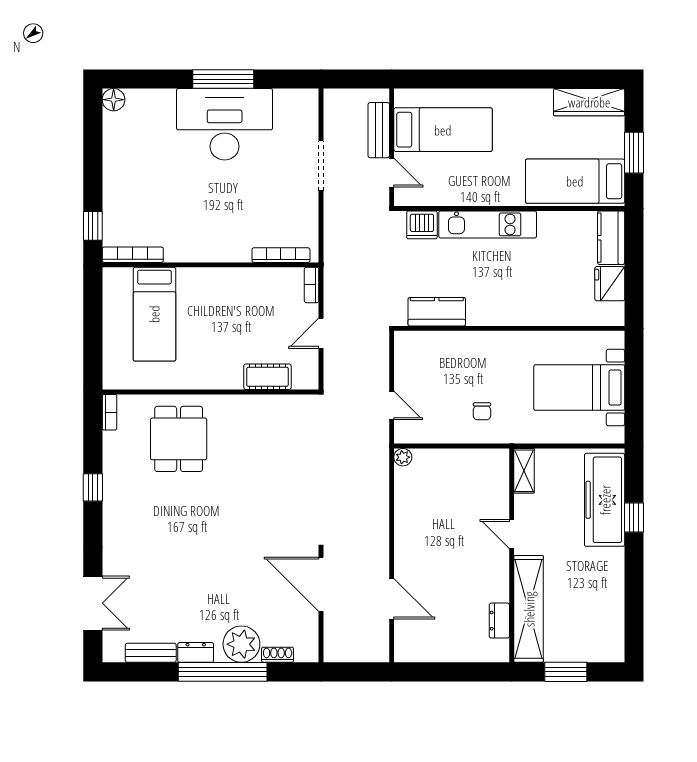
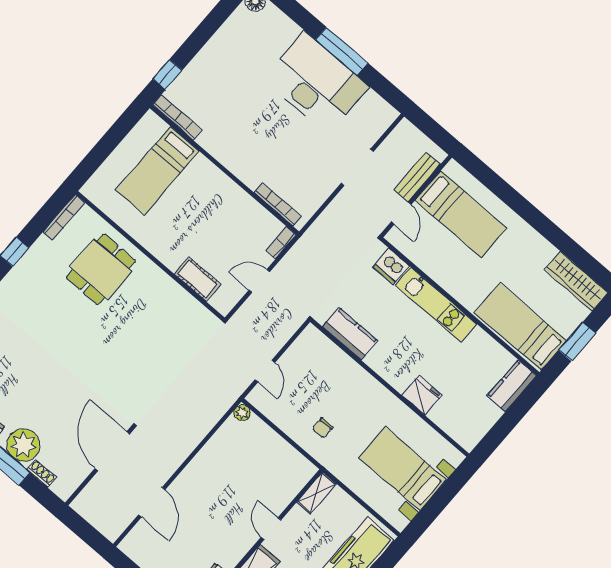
fridge: (610, 284) -> (422, 395), moved, turned 90
bookcase: (109, 412) -> (64, 217), width x1.56

